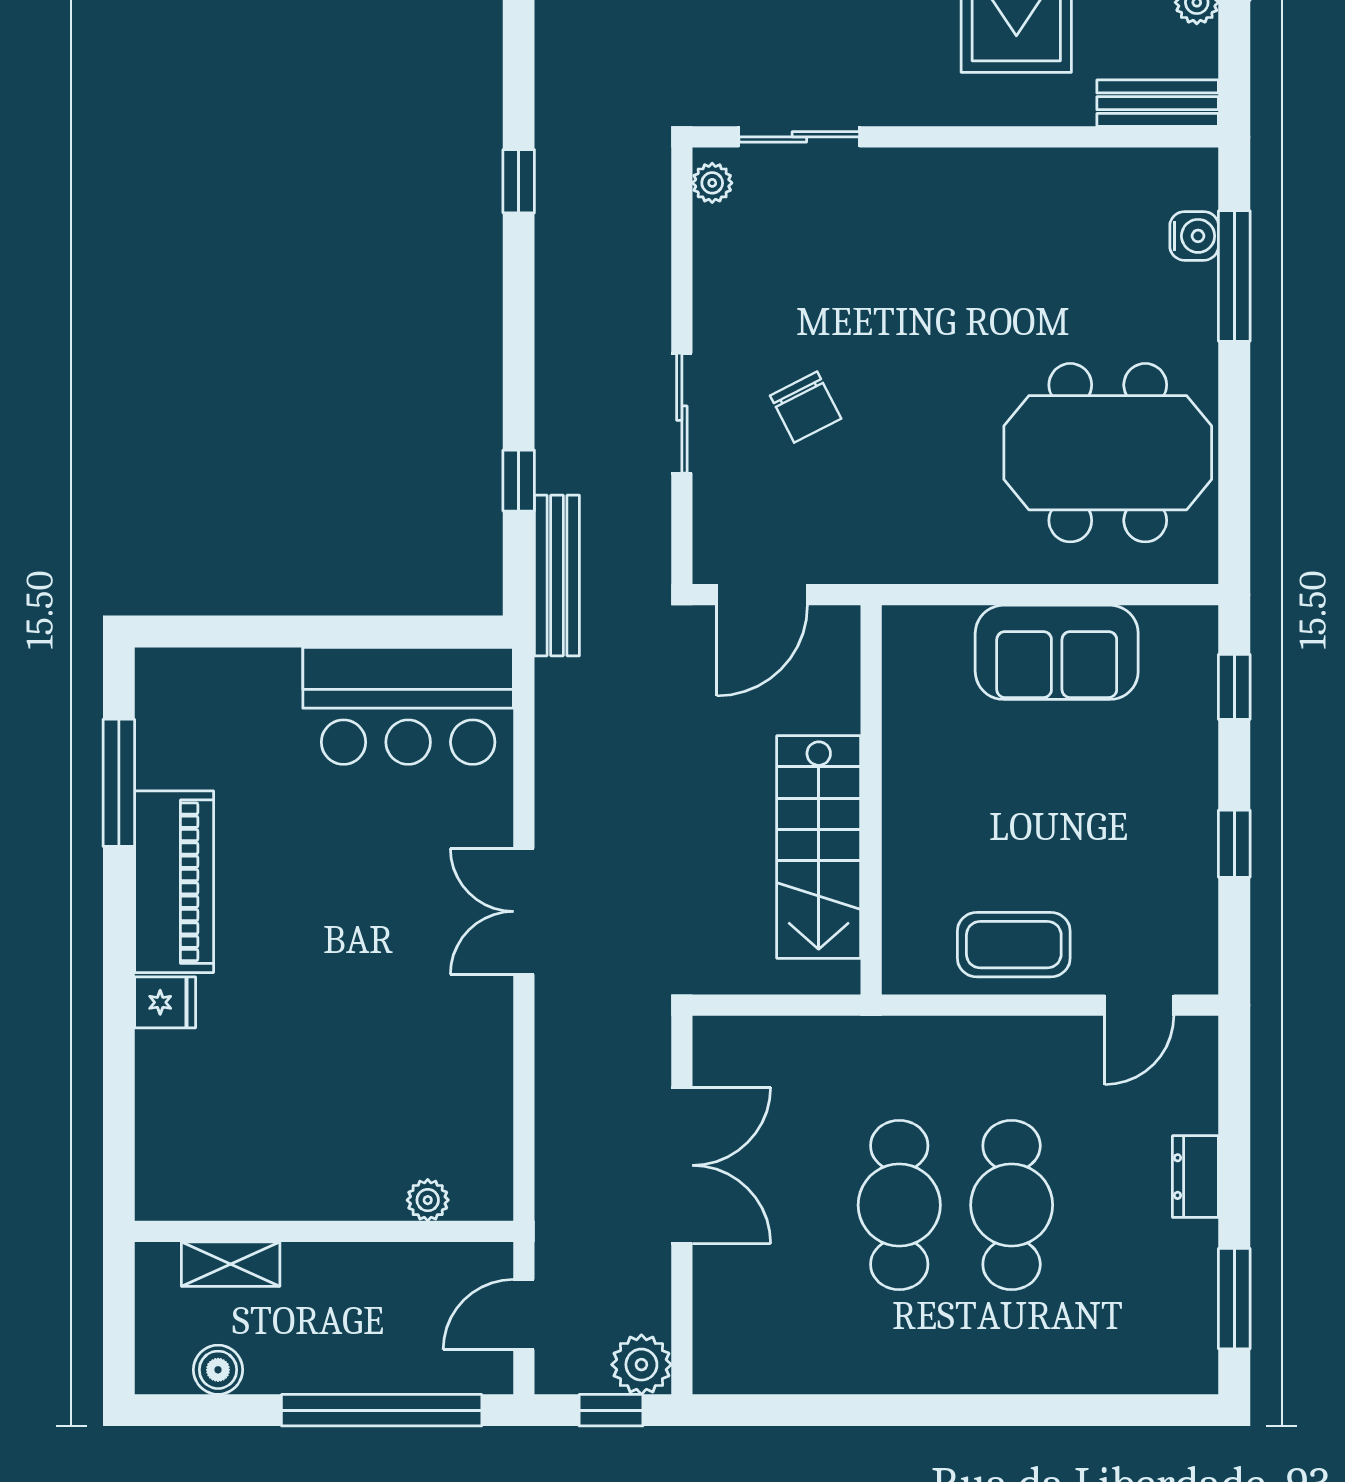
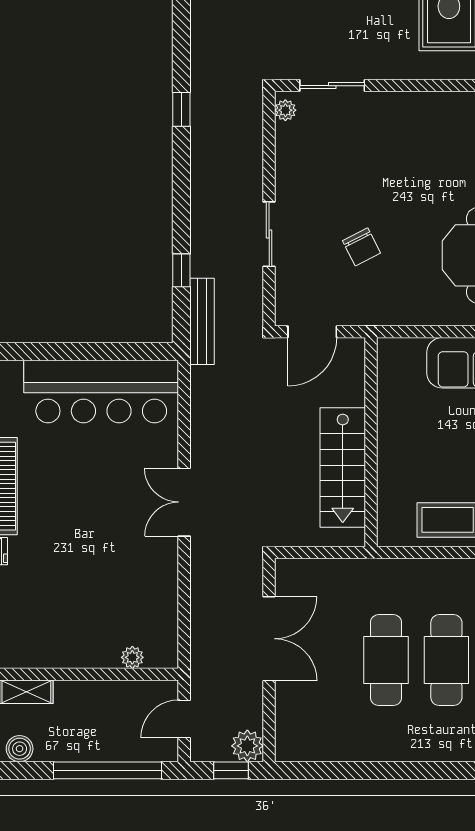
chair: (806, 407) -> (362, 247), moved
bar counter: (408, 706) -> (101, 392), width x1.36

